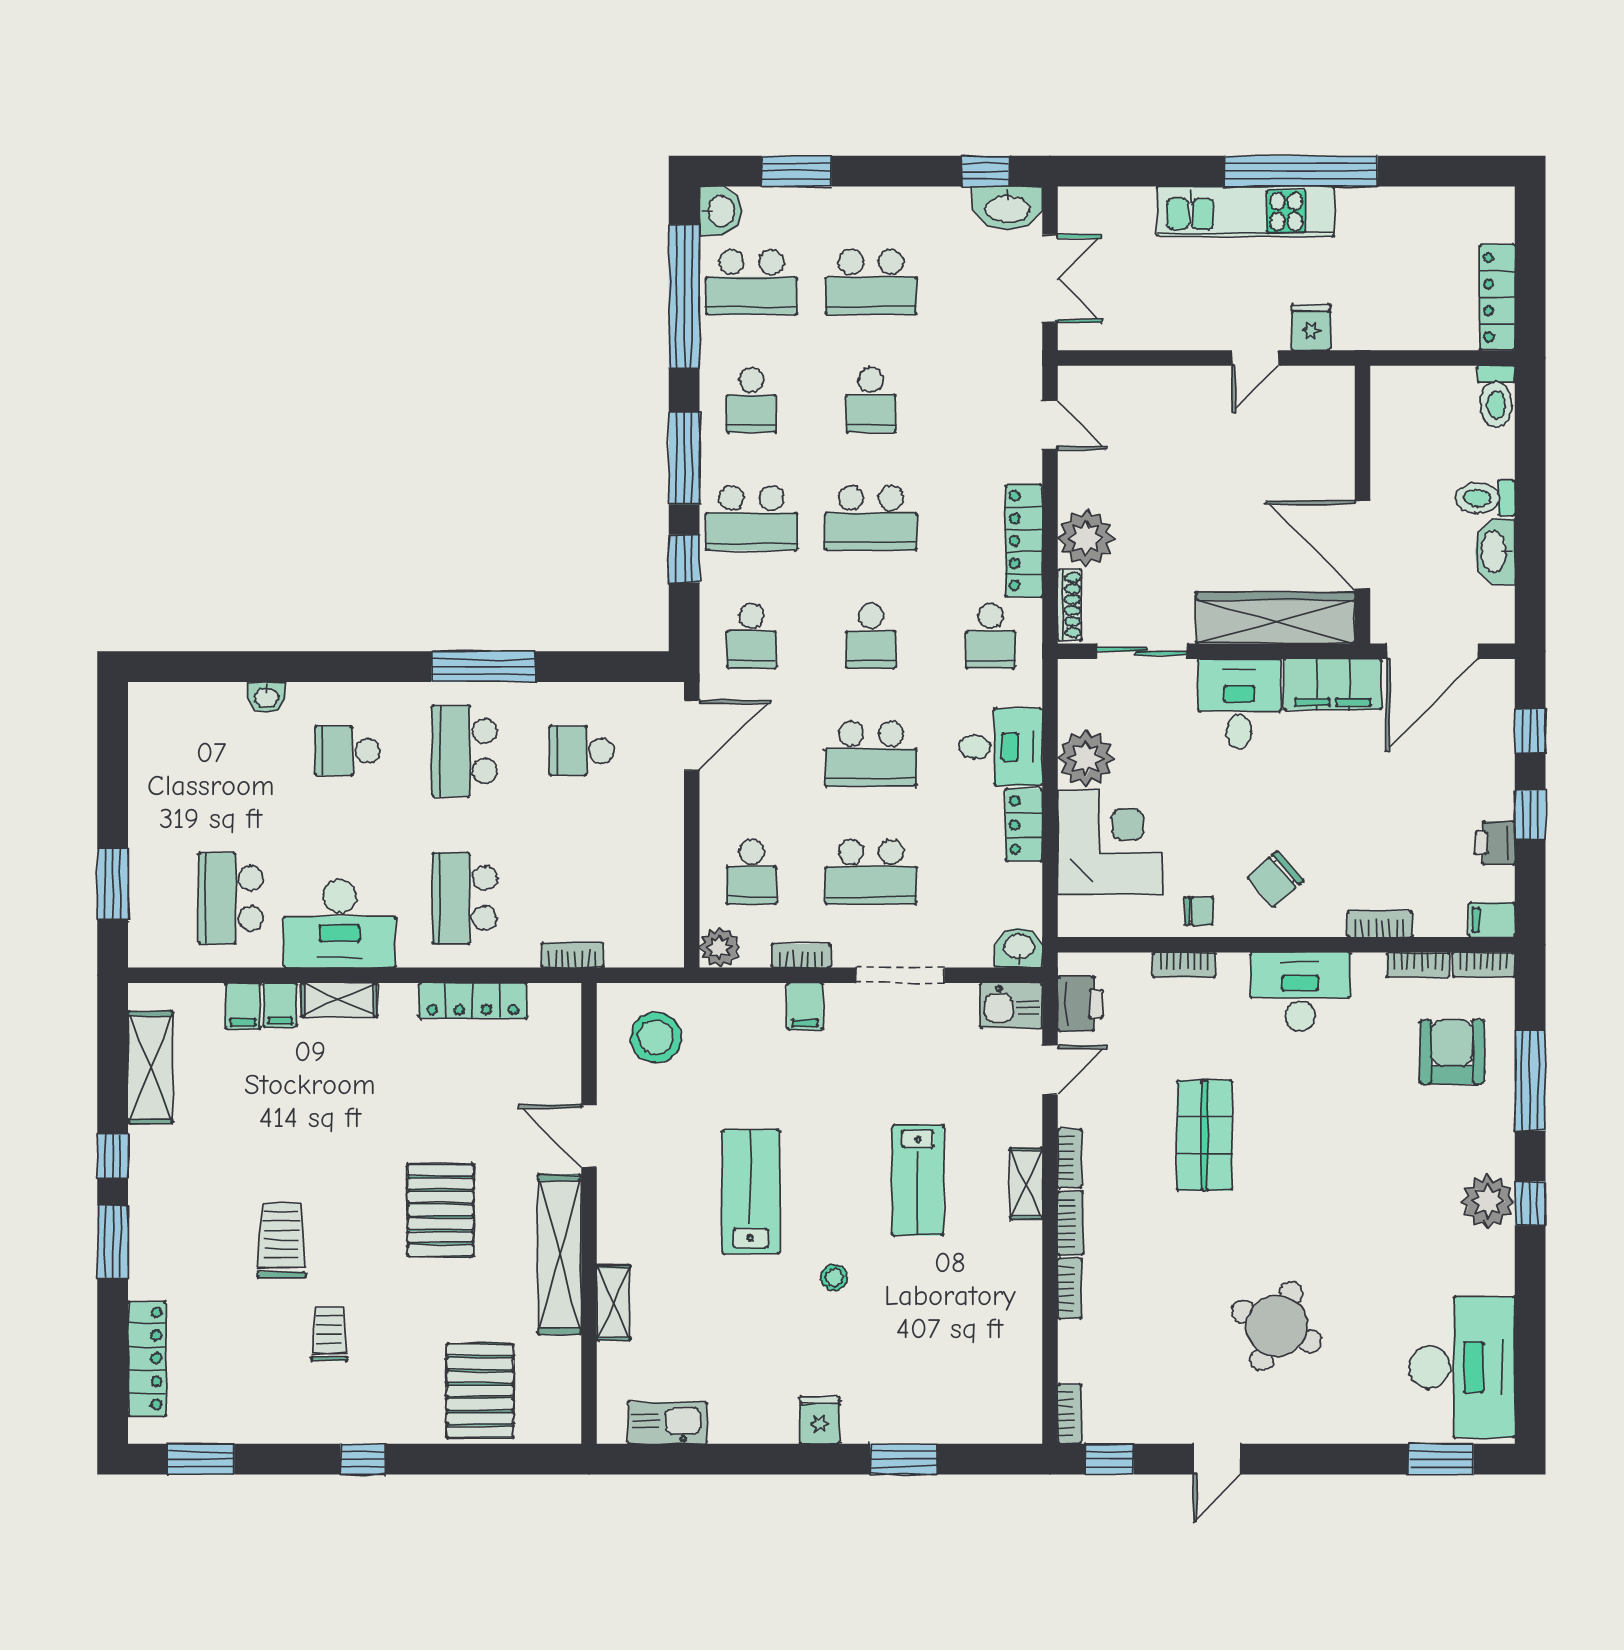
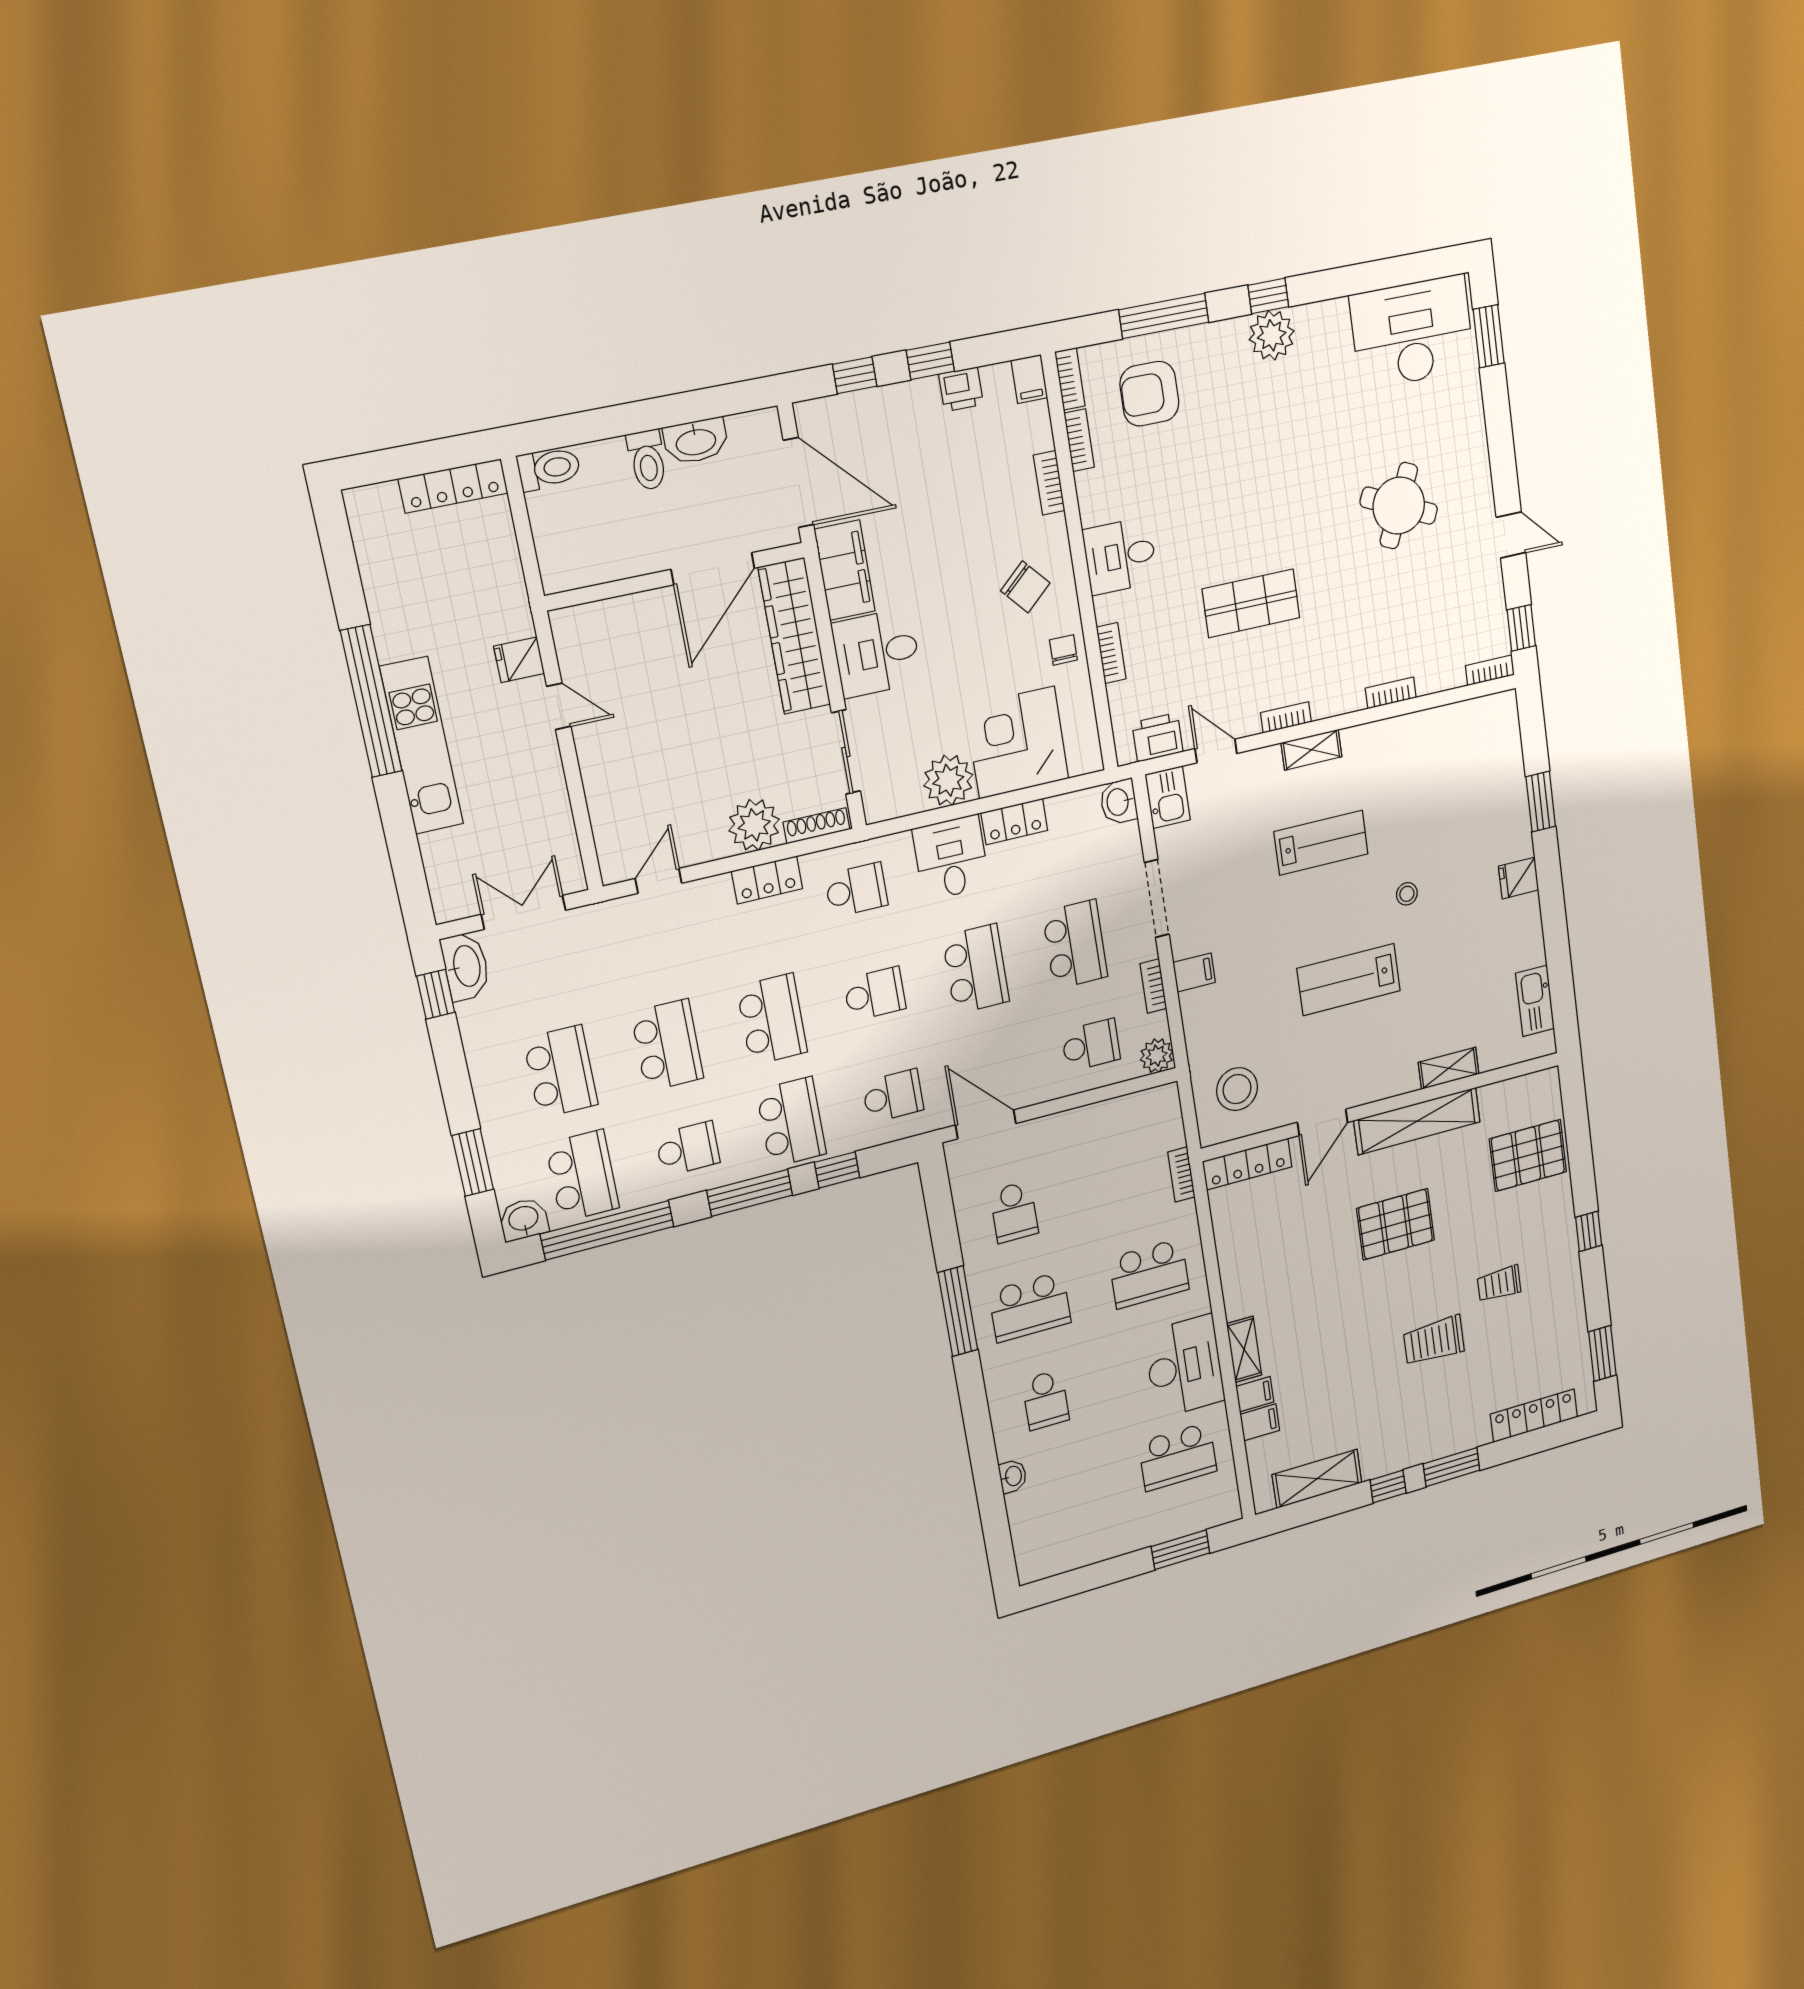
school desk: (871, 400) -> (667, 1045), width x1.85
locker: (1024, 541) -> (767, 880), width x0.66
desk: (1300, 992) -> (1120, 556), width x0.73
locker: (473, 1001) -> (1247, 1164), moved, turned 90
bookcase: (1070, 1223) -> (1338, 704), removed

